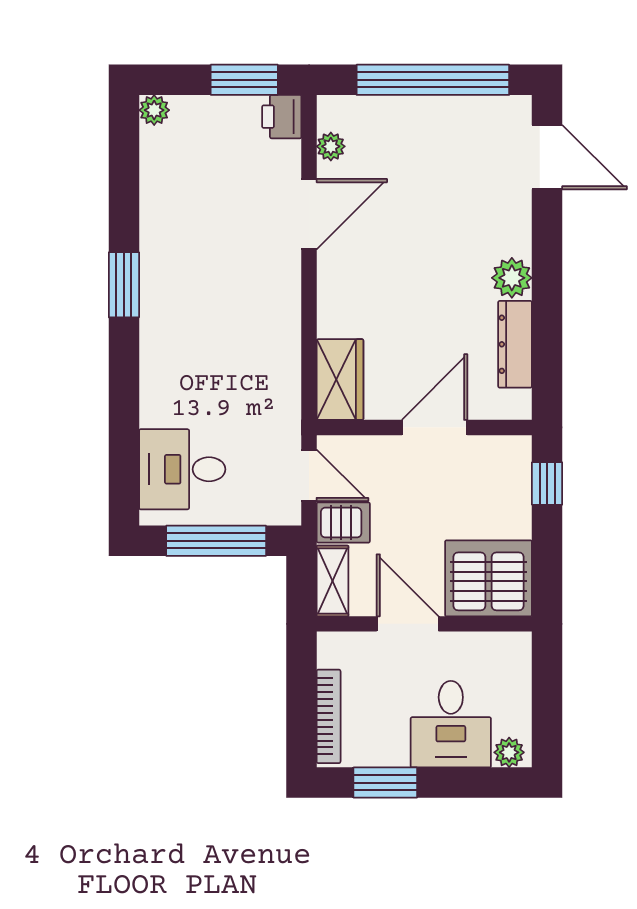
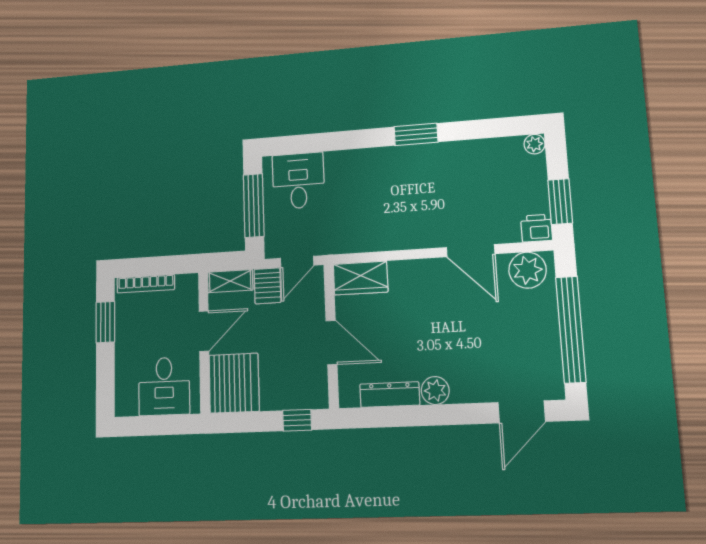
plant: (331, 146) -> (528, 270), width x1.87, depth x1.87
desk: (451, 724) -> (164, 386), moved, turned -90
plant: (509, 752) -> (124, 401), removed

